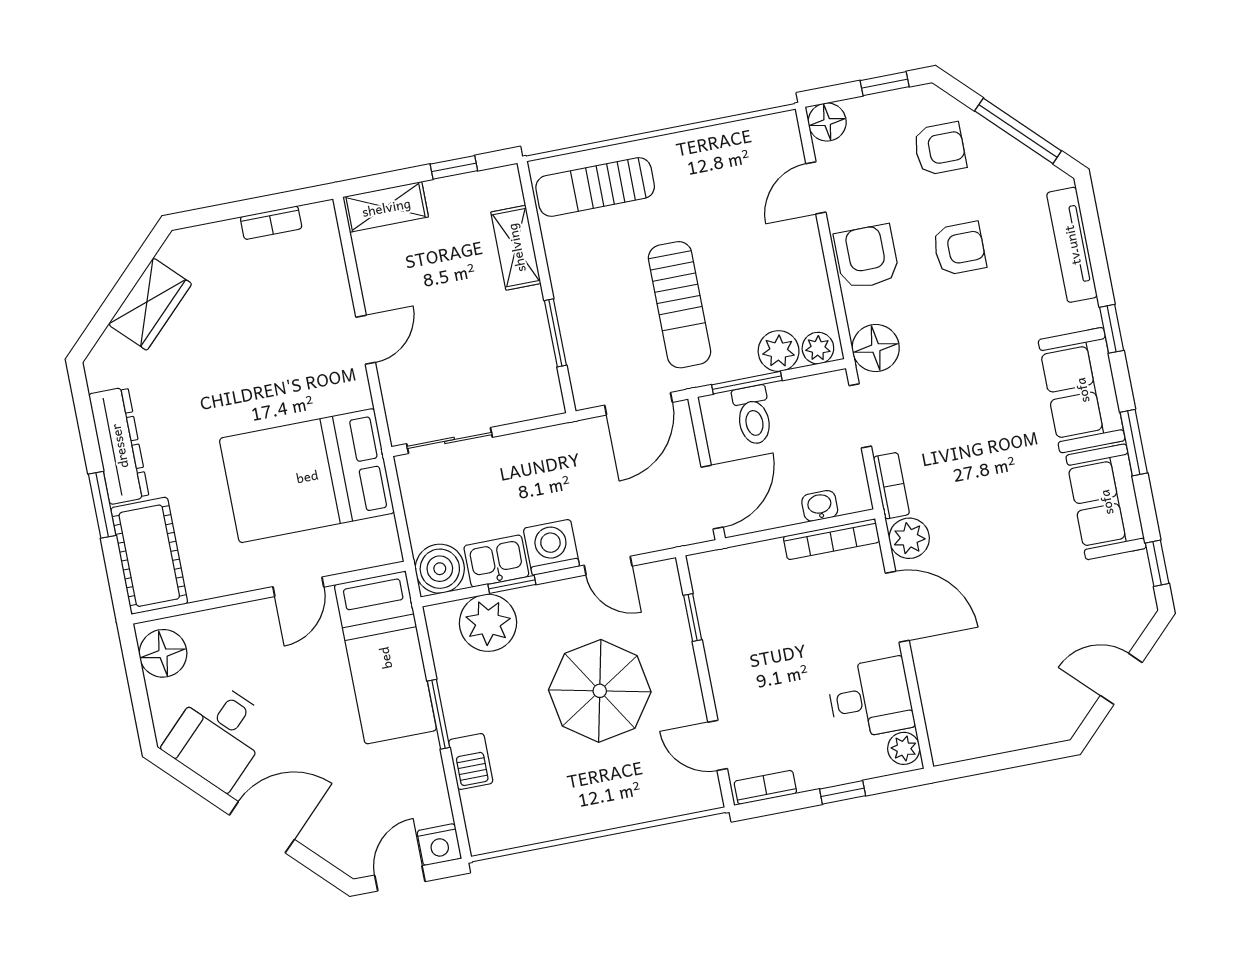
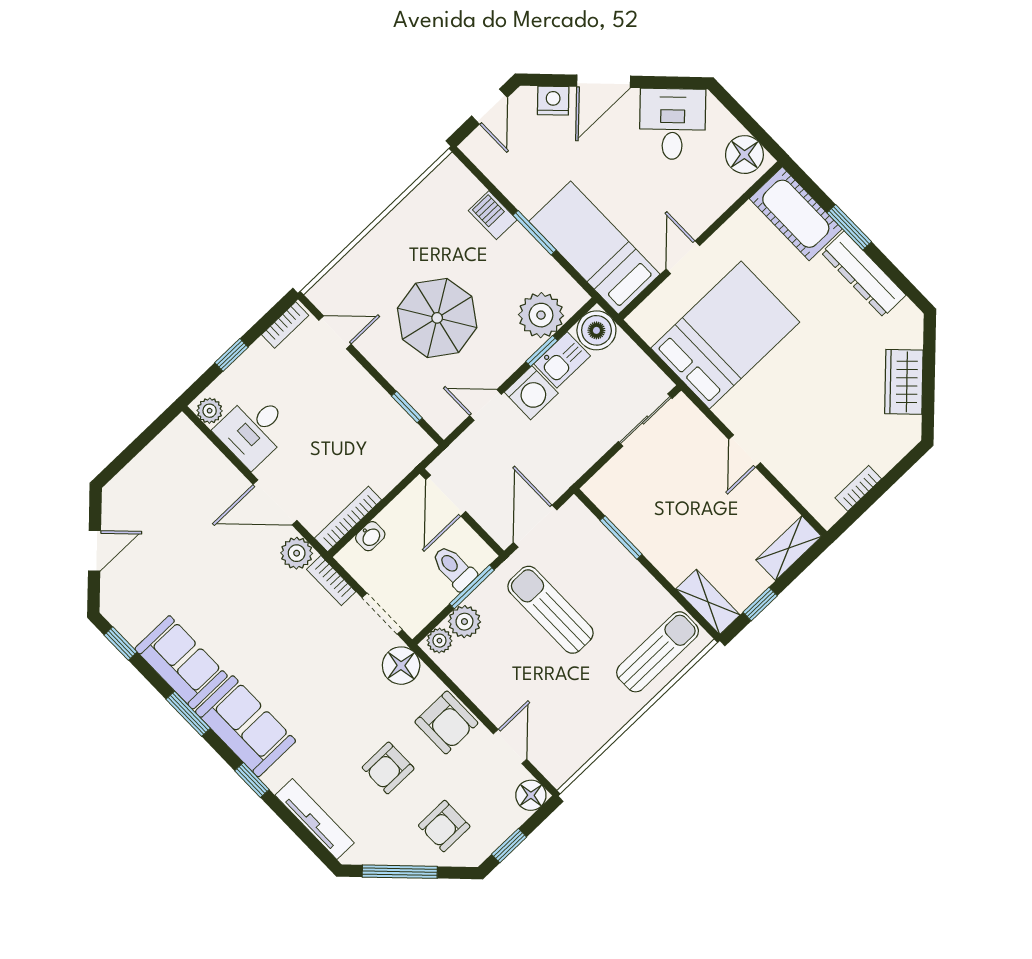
shelving: (516, 248) -> (708, 602), moved
nightstand: (439, 845) -> (553, 101), moved, turned 45

